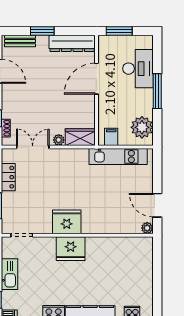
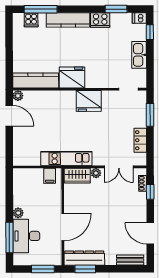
window: (42, 31) -> (85, 269), moved
window: (157, 91) -> (9, 237), moved
plant: (142, 127) -> (18, 213), moved, width x0.53, depth x0.53
kitchen unit: (118, 156) -> (66, 159), moved
kitchen counter: (127, 245) -> (36, 80), added
fridge: (71, 249) -> (72, 77), moved

